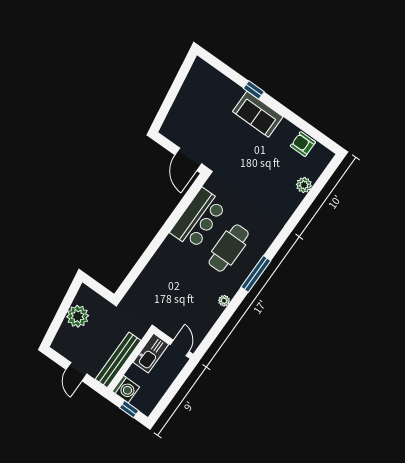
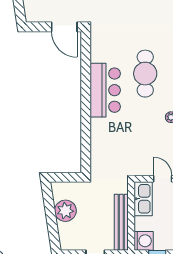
bar counter: (198, 219) -> (105, 90), moved

